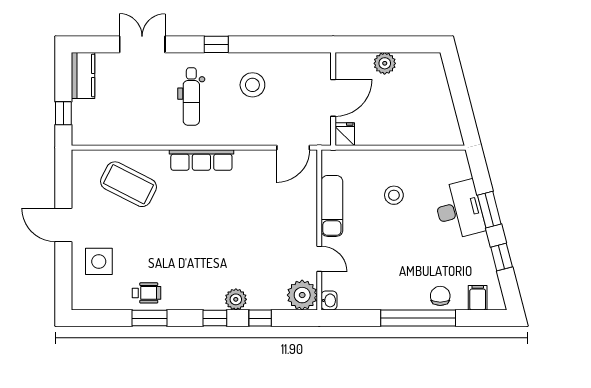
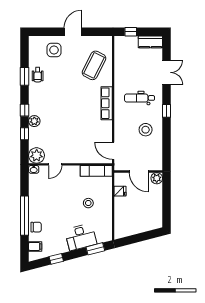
plant: (385, 63) -> (157, 178), moved
fridge: (345, 134) -> (120, 191), moved
exam couch: (332, 206) -> (96, 171), moved
window: (489, 210) -> (95, 249), moved

